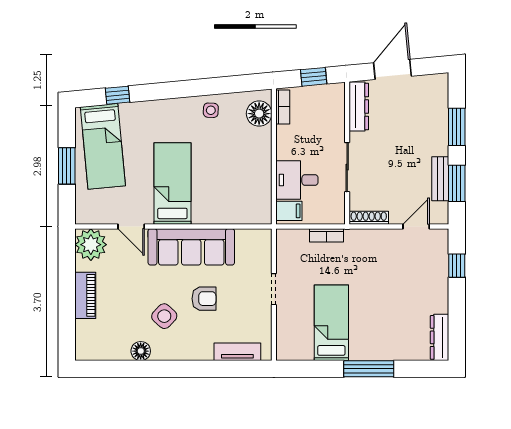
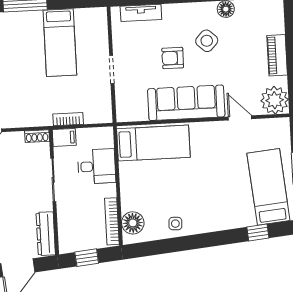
bookcase: (283, 107) -> (112, 221), width x1.56
bed: (172, 184) -> (153, 143), moved, turned -90
filing cabinet: (289, 211) -> (64, 137), moved, turned 180
shoe rack: (369, 218) -> (37, 136), width x0.70

